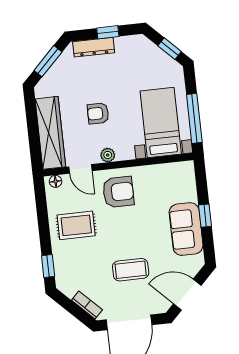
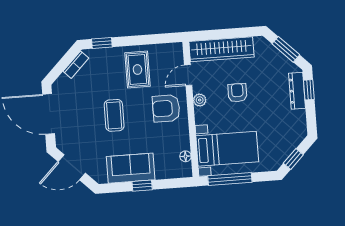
window: (108, 32) -> (309, 90), moved
floor lamp: (56, 181) -> (185, 156), moved
armchair: (118, 192) -> (166, 108), turned 90
coffee table: (131, 270) -> (114, 115), moved
door: (187, 295) -> (72, 167), swing flipped
bookcase: (87, 305) -> (76, 65), moved

